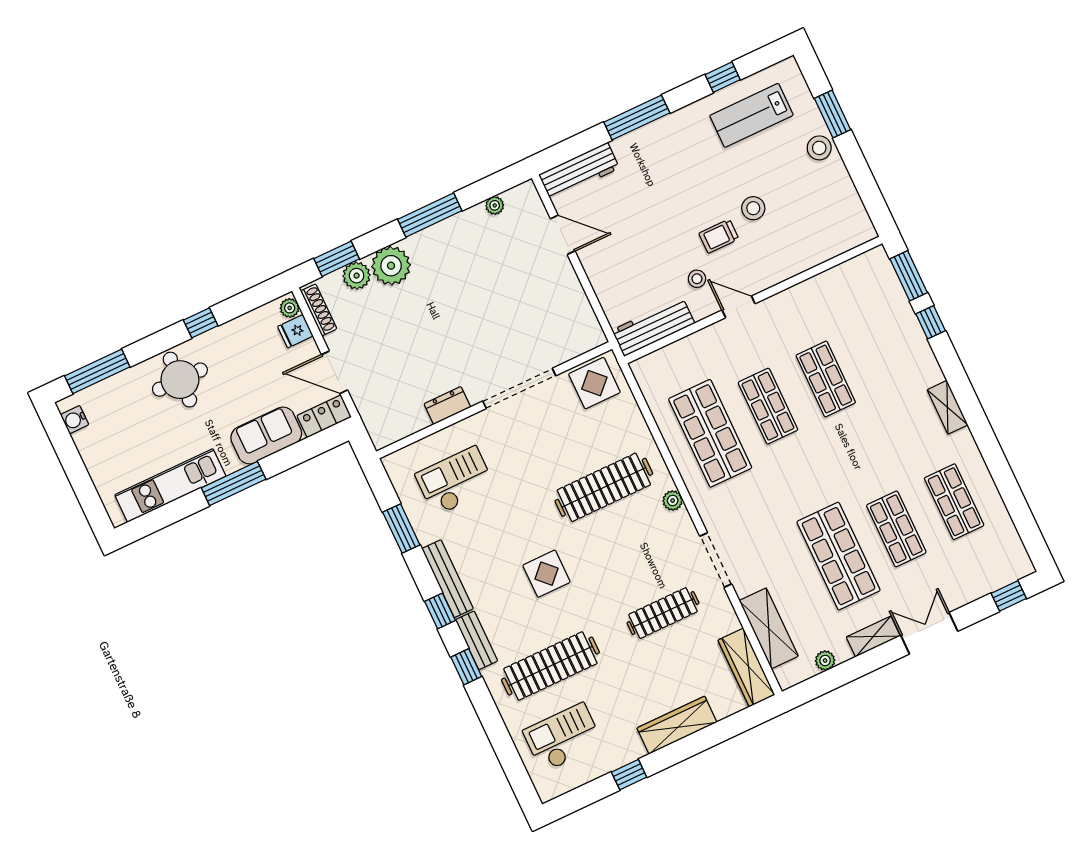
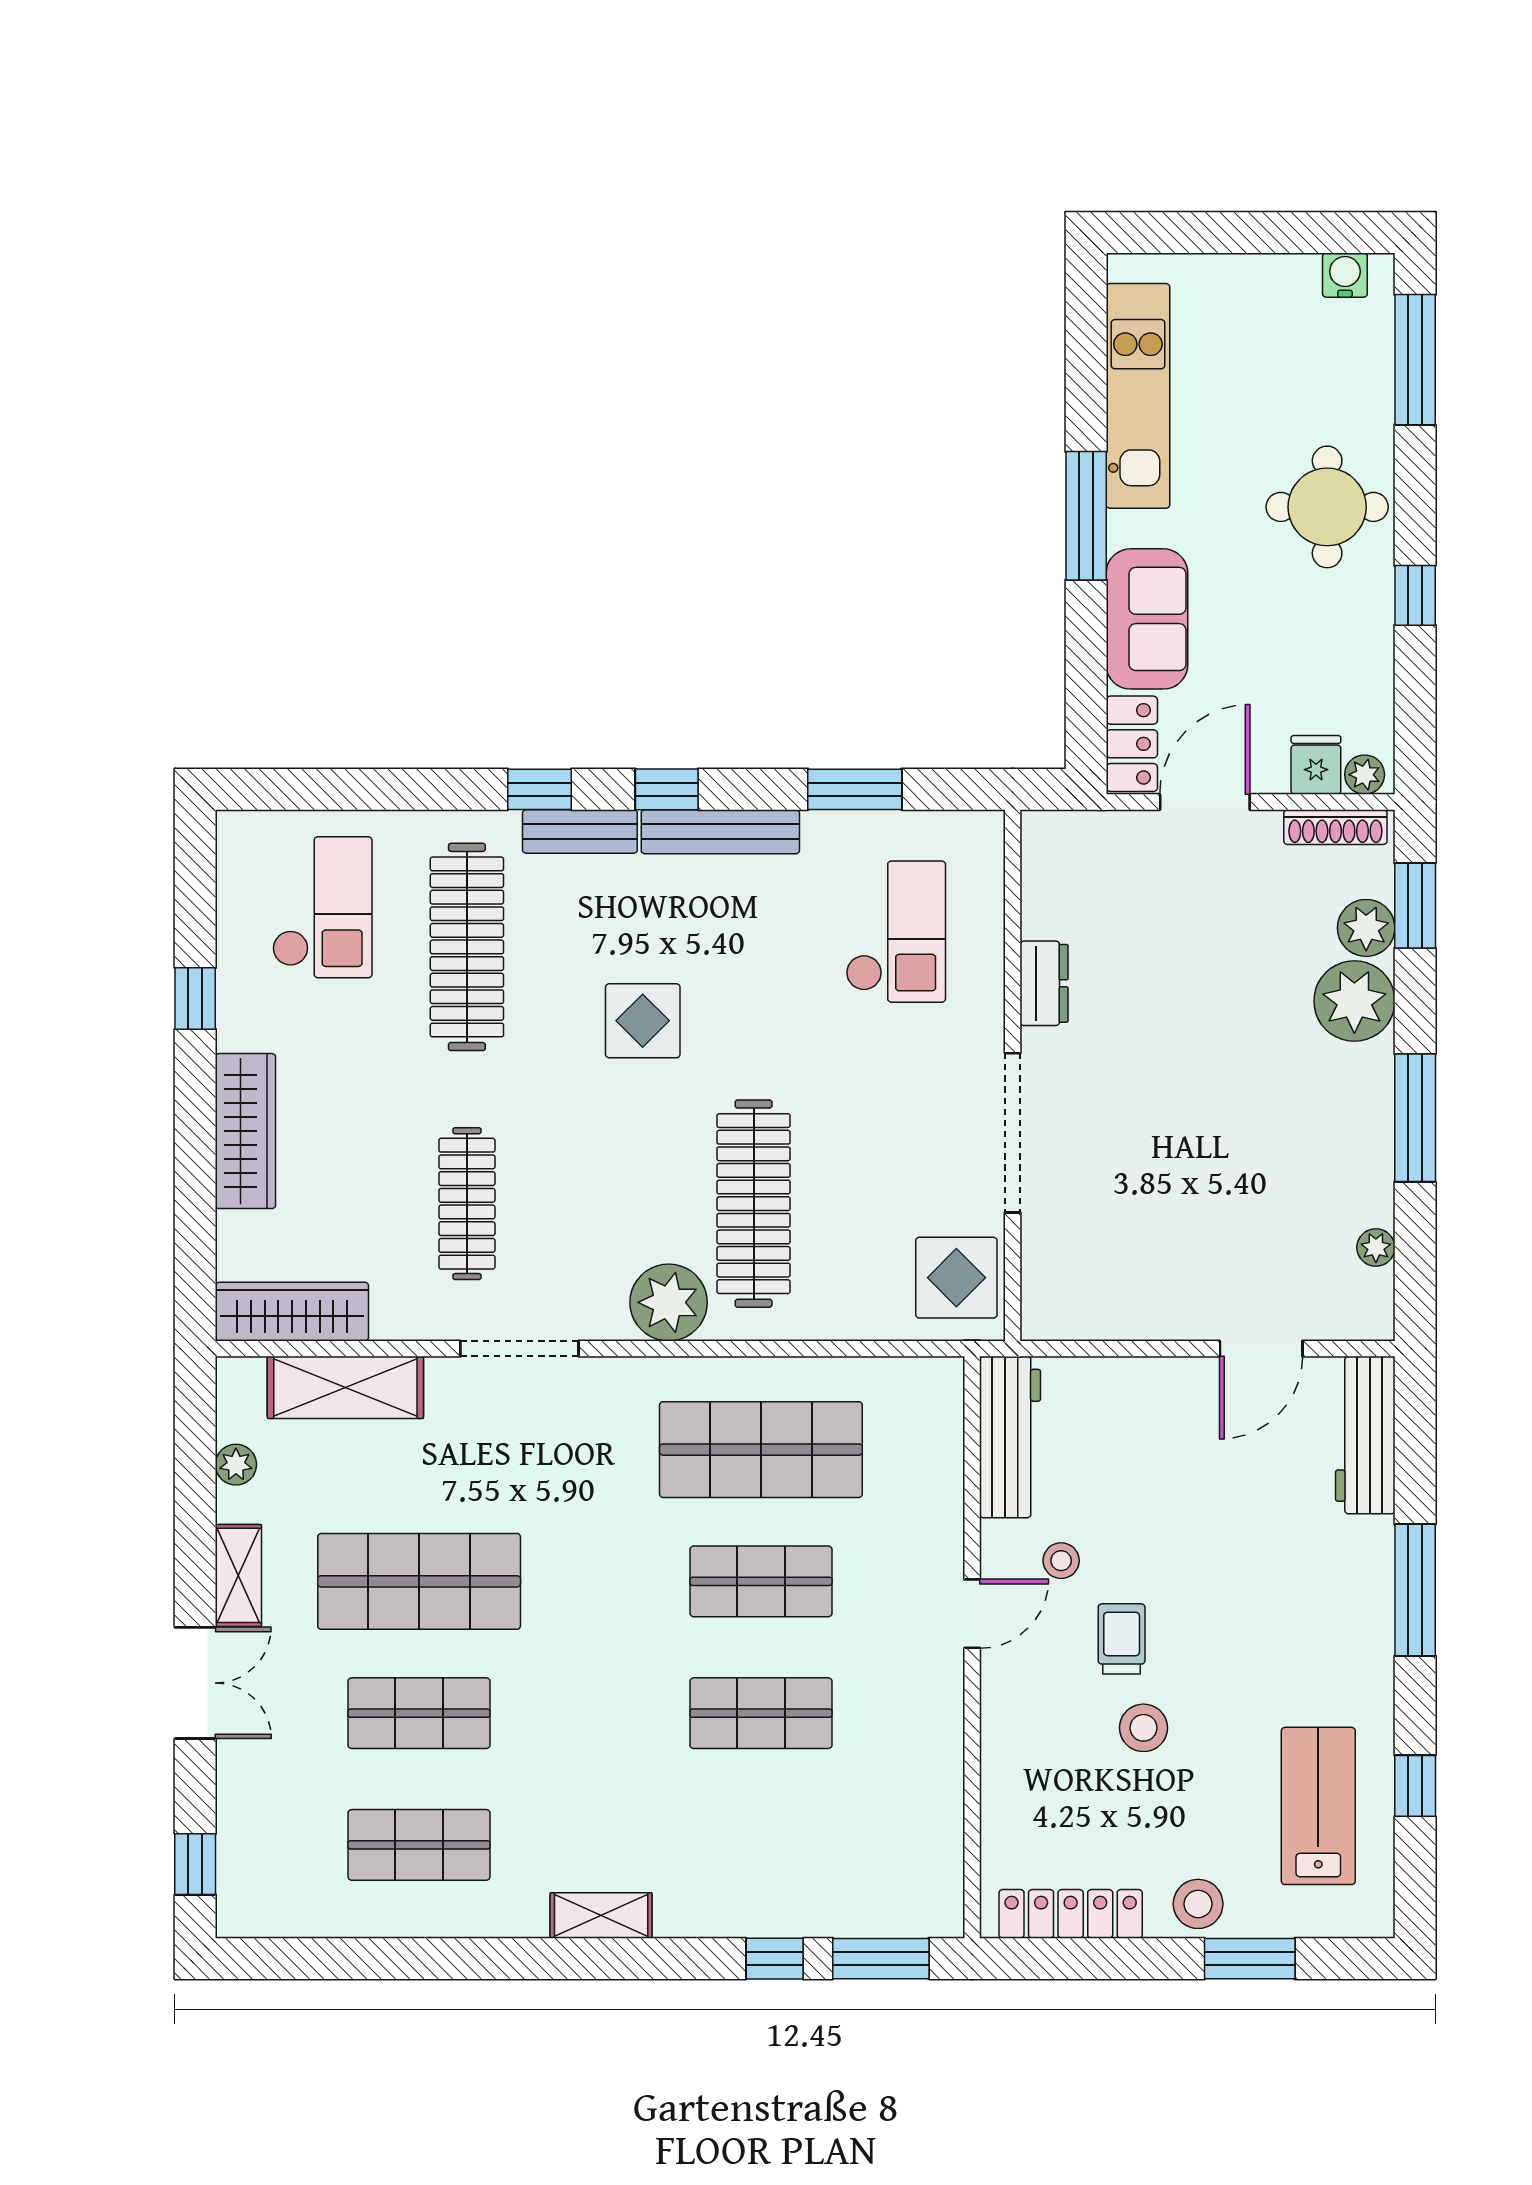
locker: (850, 202) -> (1071, 1914), added
plant: (673, 501) -> (669, 1302), width x1.88, depth x1.88

